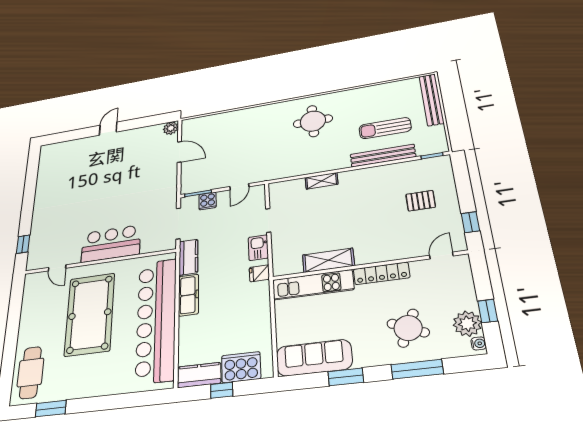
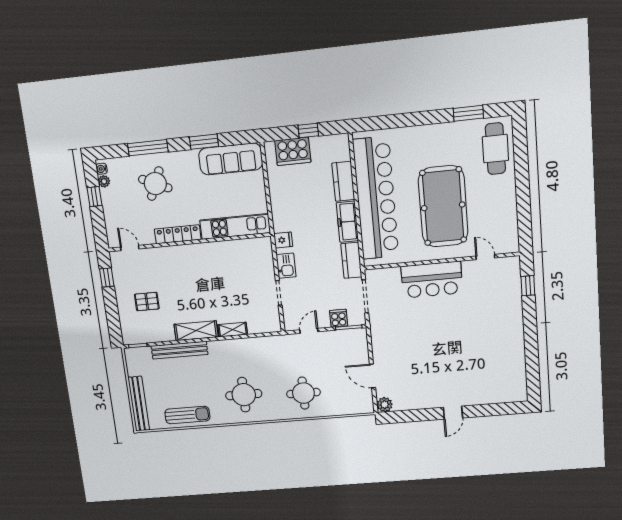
sun lounger: (385, 128) -> (187, 415), moved
round table: (250, 129) -> (303, 393), added
door: (441, 256) -> (130, 248), swing flipped
shelving: (328, 260) -> (196, 331), moved
plant: (467, 324) -> (104, 181), width x0.53, depth x0.53
kitchen counter: (199, 375) -> (343, 181), moved, turned 90

